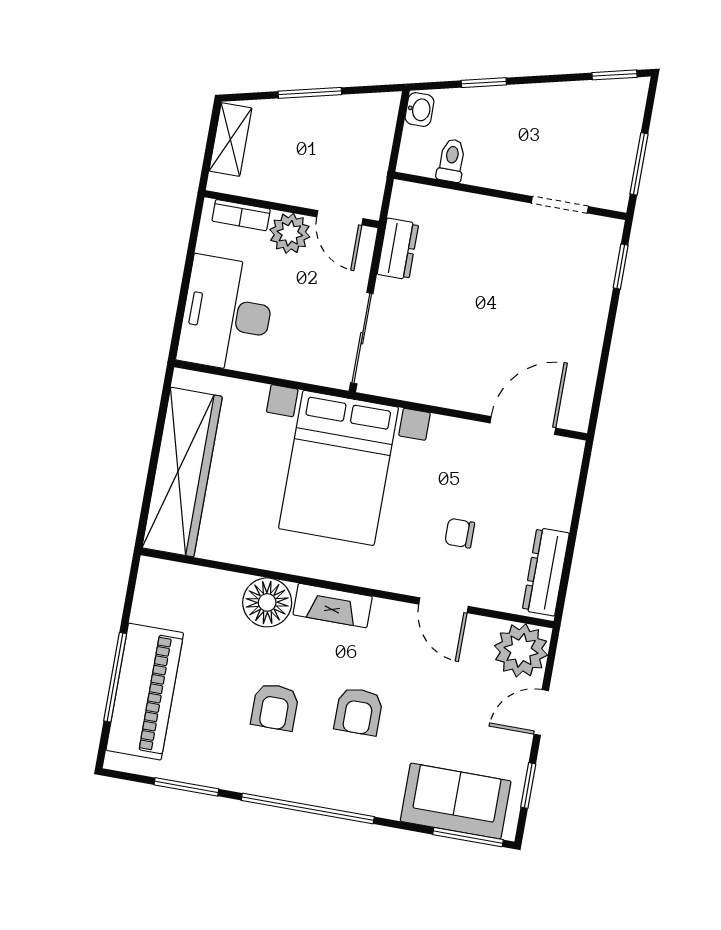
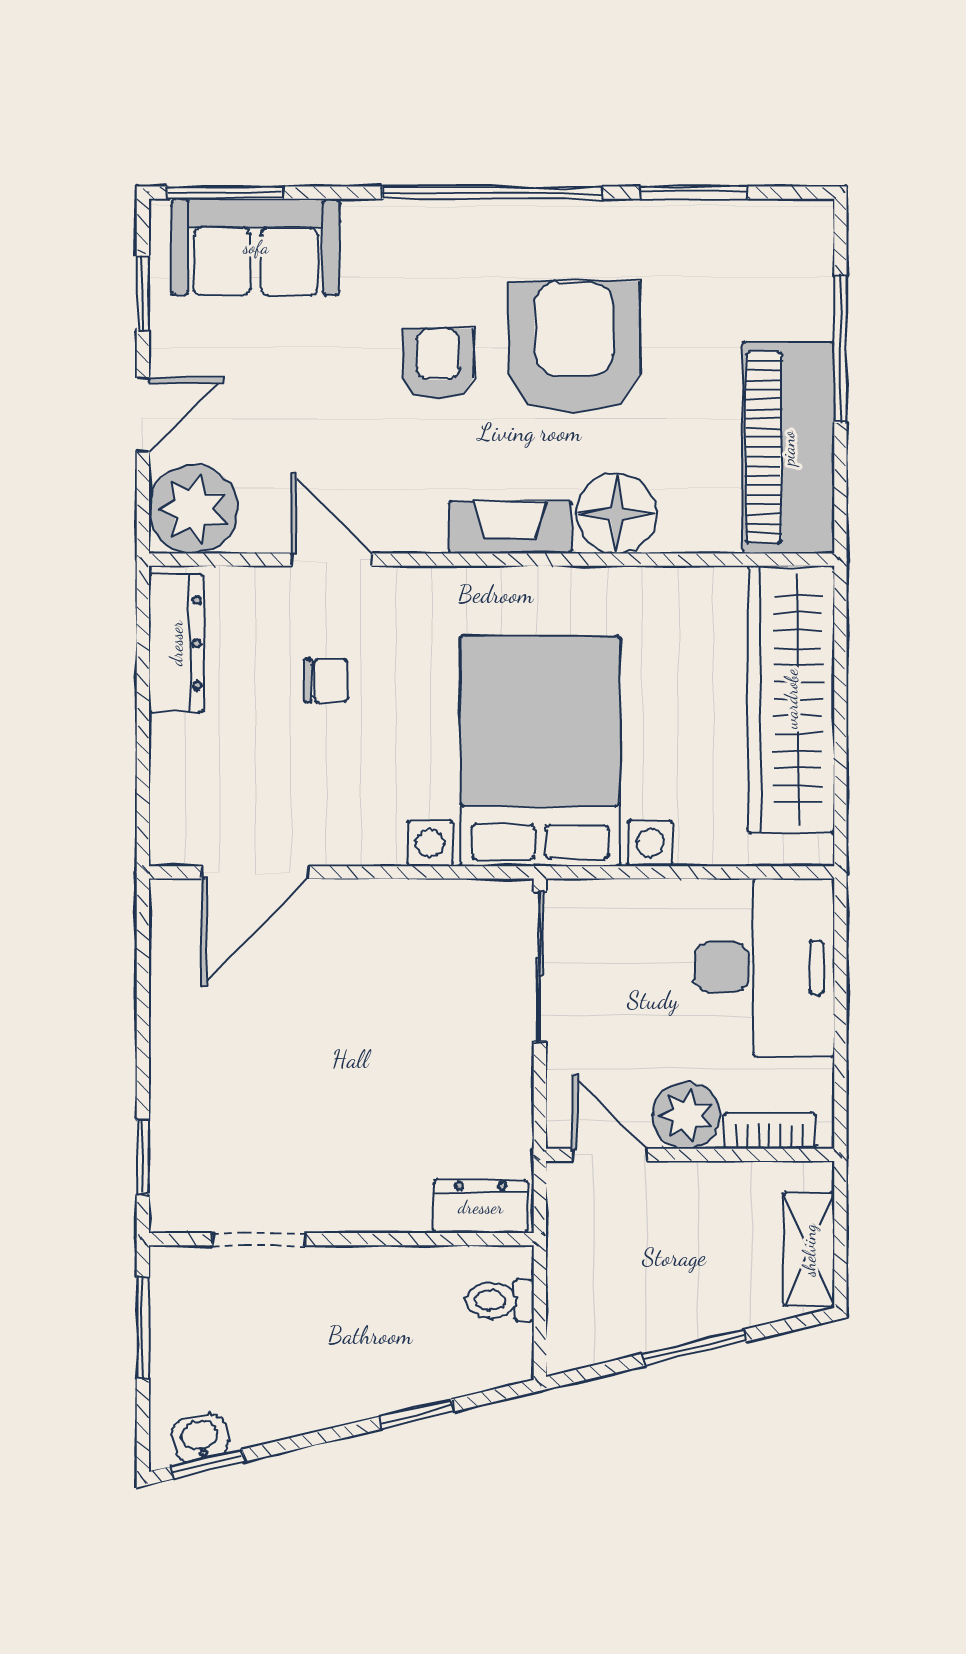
washbasin: (419, 110) -> (200, 1438), moved, turned 77
toilet: (451, 160) -> (500, 1300), moved, turned 90
dresser: (398, 249) -> (481, 1207), moved, turned 90
piano: (145, 692) -> (788, 448), moved
armchair: (275, 707) -> (574, 347), width x1.88, depth x1.88

